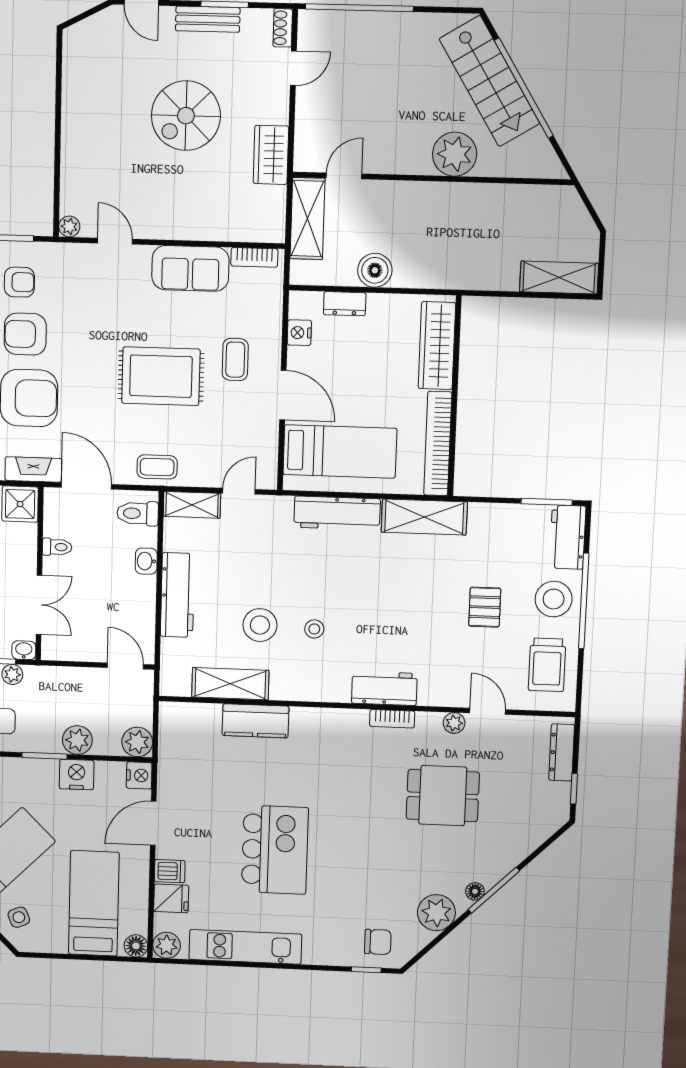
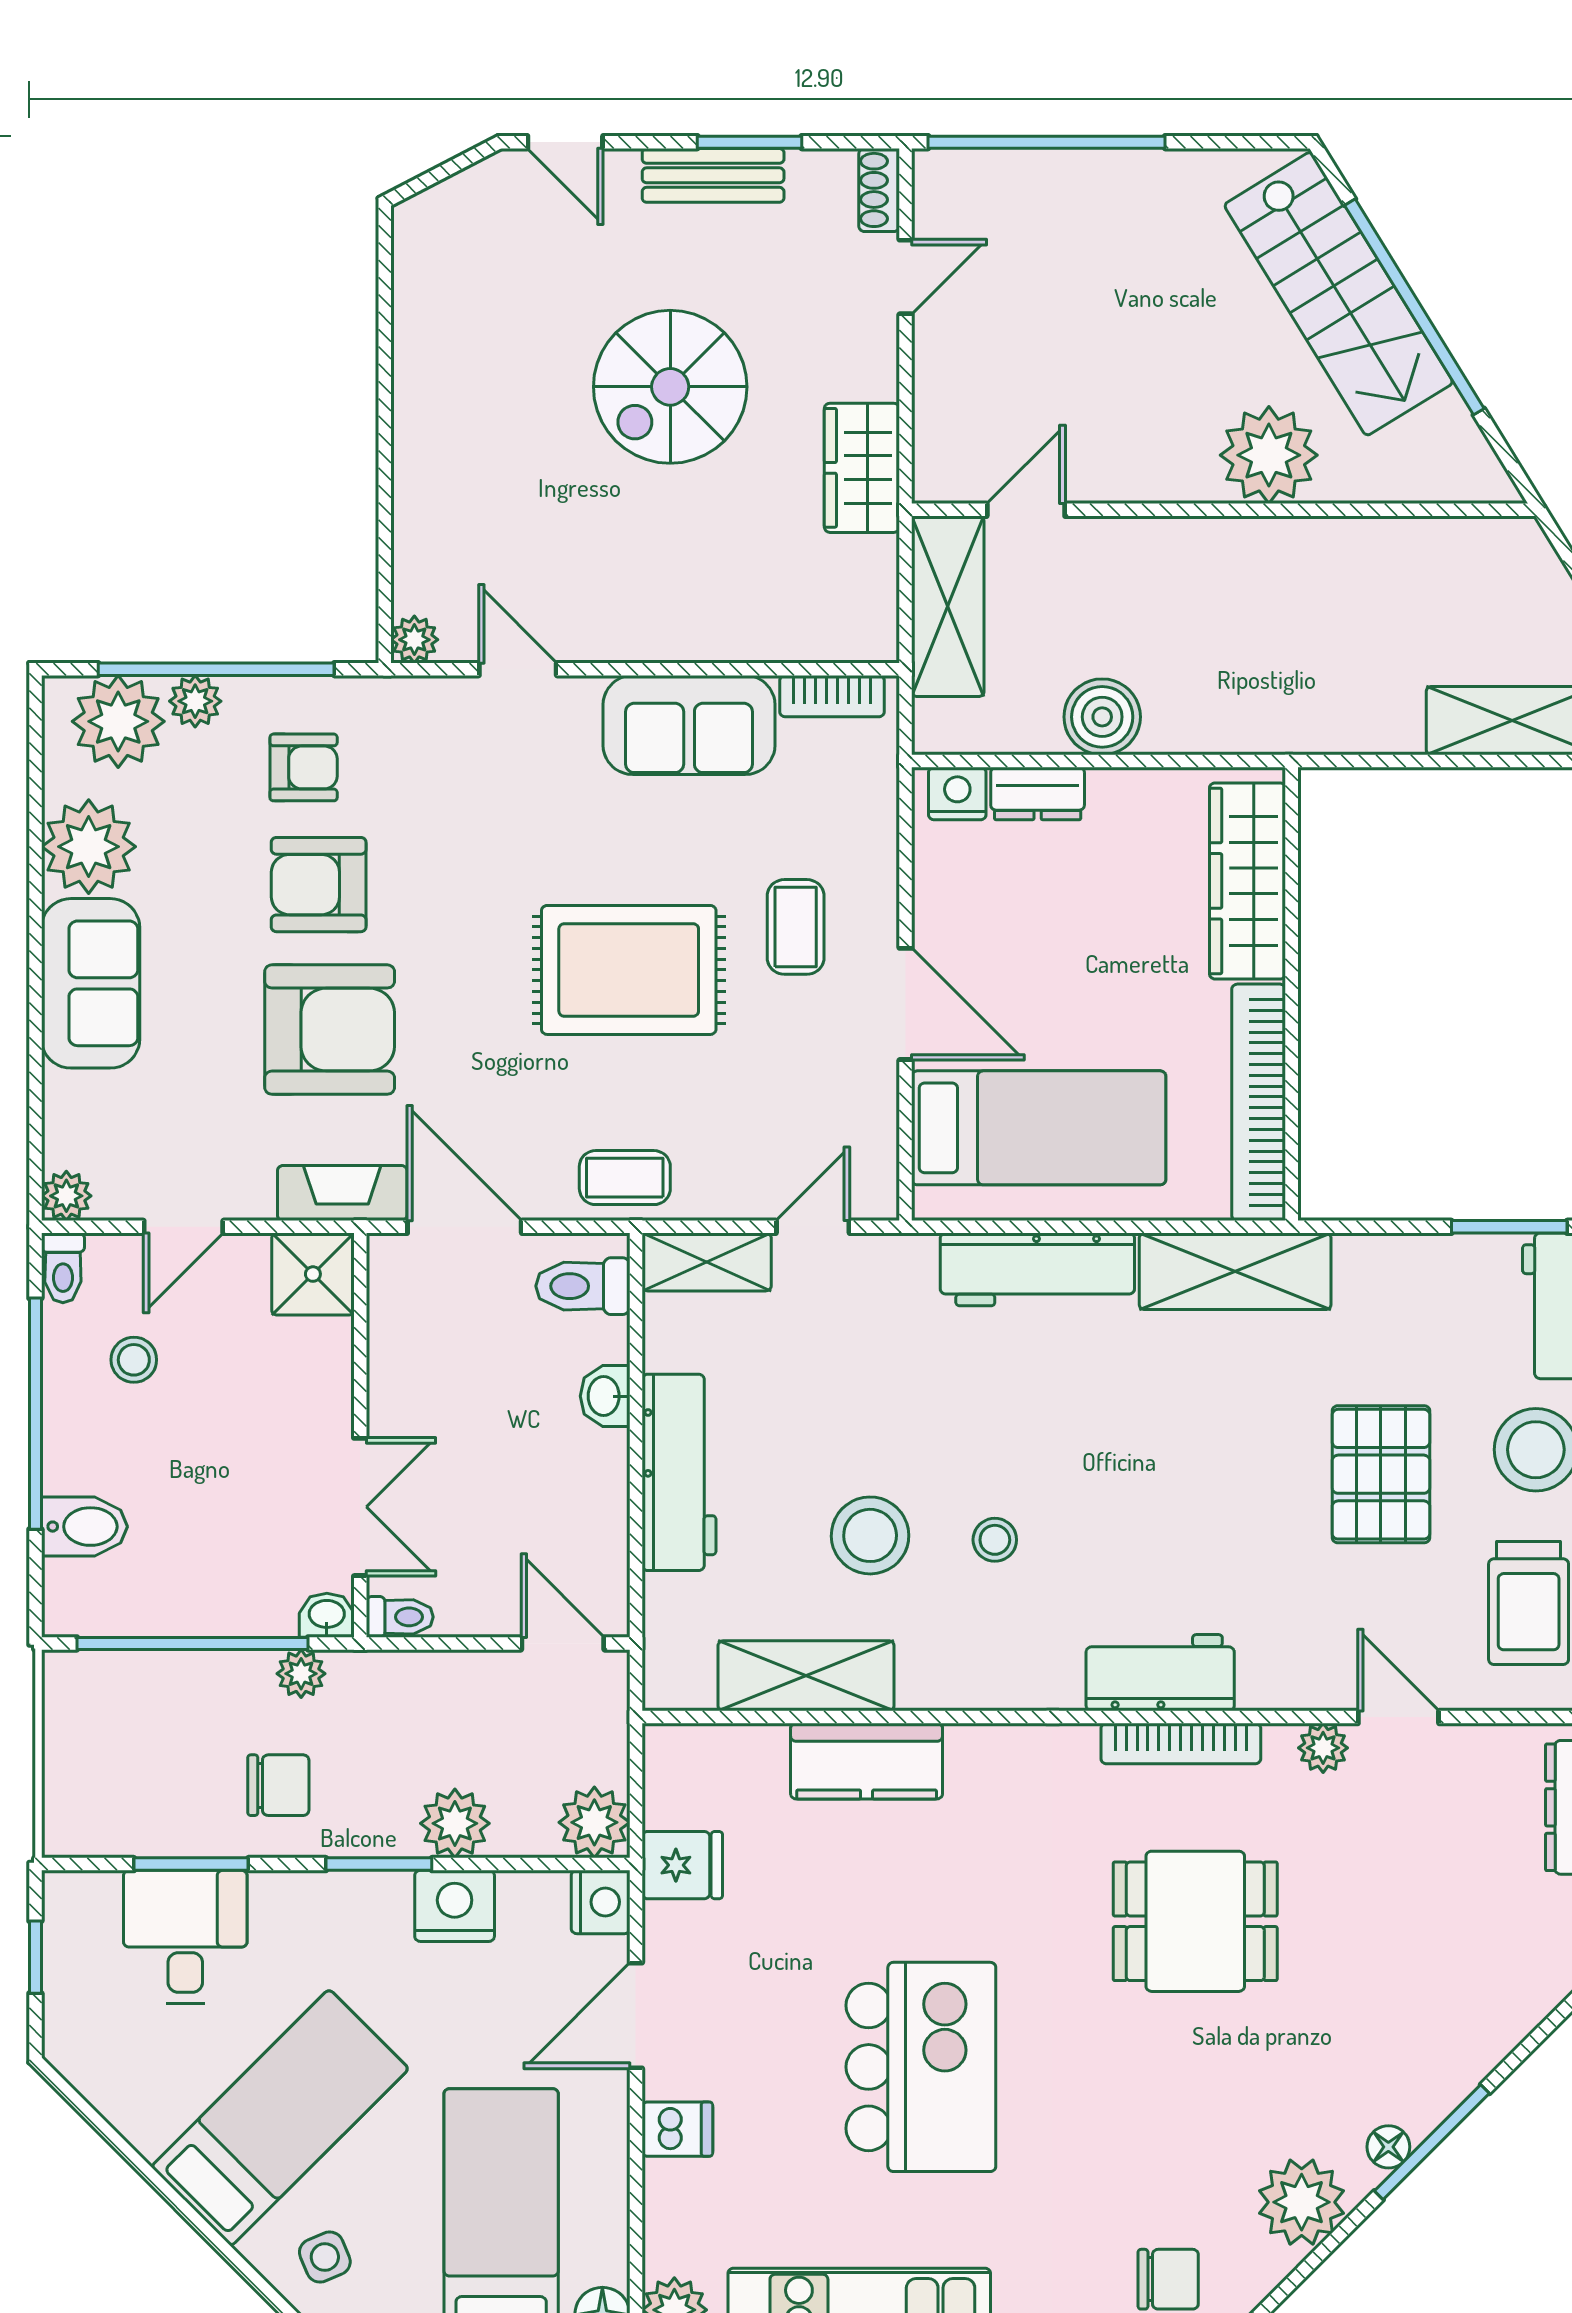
nightstand: (299, 333) -> (957, 794), moved, turned 90
toilet: (57, 547) -> (400, 1617), moved
pallet: (485, 607) -> (1381, 1474), width x1.50, depth x1.42
bookcase: (392, 719) -> (1181, 1744), width x1.56
dining table: (443, 796) -> (1195, 1921), moved
fridge: (171, 898) -> (682, 1865), moved

